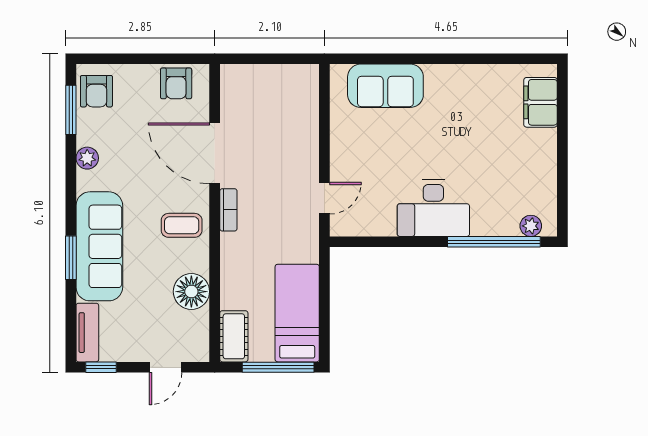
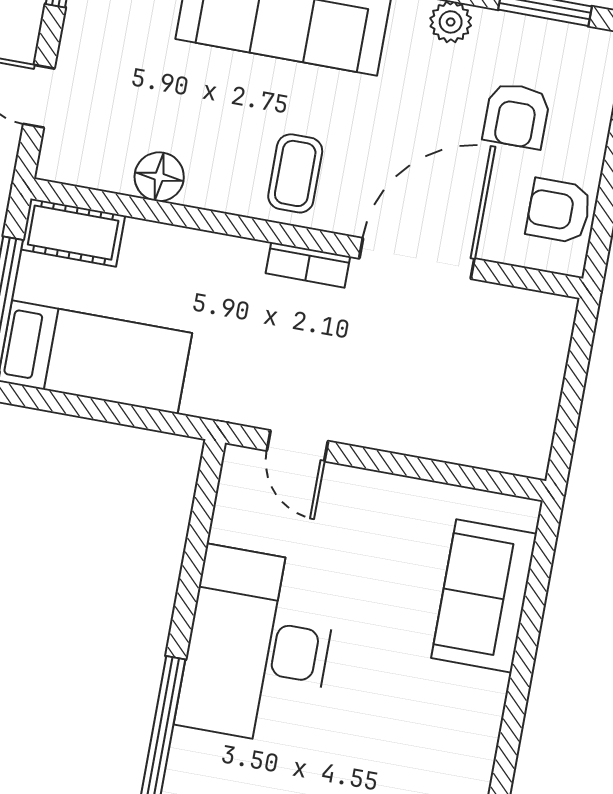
armchair: (96, 91) -> (516, 116), moved, turned -90
desk: (433, 208) -> (258, 646), width x1.36, depth x1.30
floor lamp: (191, 292) -> (159, 177), width x0.73, depth x0.73

